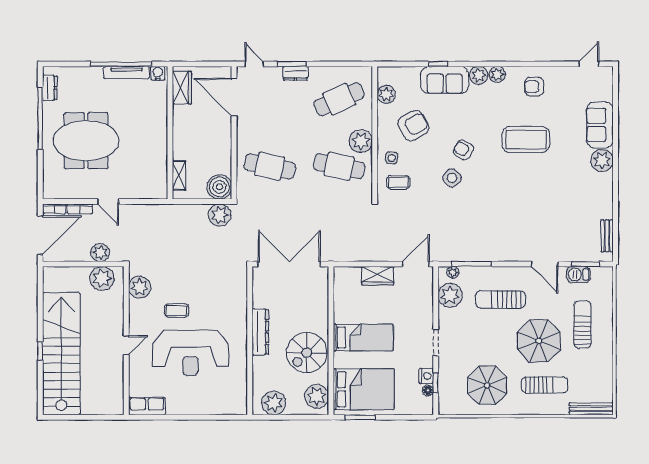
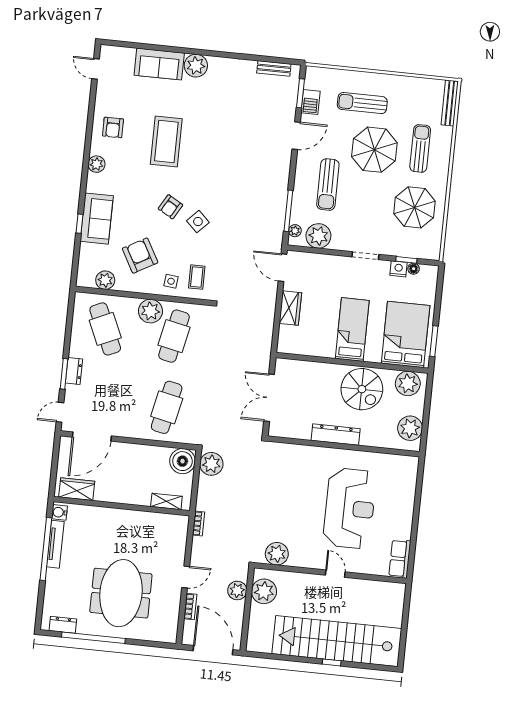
plant: (479, 75) -> (96, 183), removed
bookcase: (54, 209) -> (199, 523), moved
double door: (289, 264) -> (269, 398), width x0.73
coffee table: (177, 311) -> (305, 518), removed

